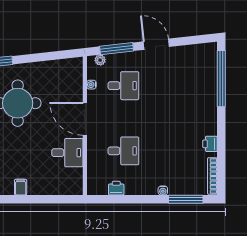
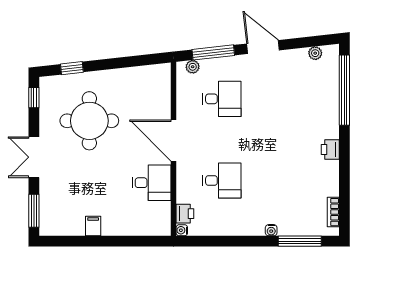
plant: (198, 49) -> (315, 53), added
water cooler: (91, 85) -> (182, 230), moved
printer: (210, 144) -> (330, 150), moved
bookcase: (212, 176) -> (333, 212), width x0.64
printer: (116, 188) -> (185, 214), moved, turned 90

